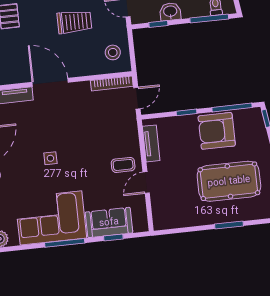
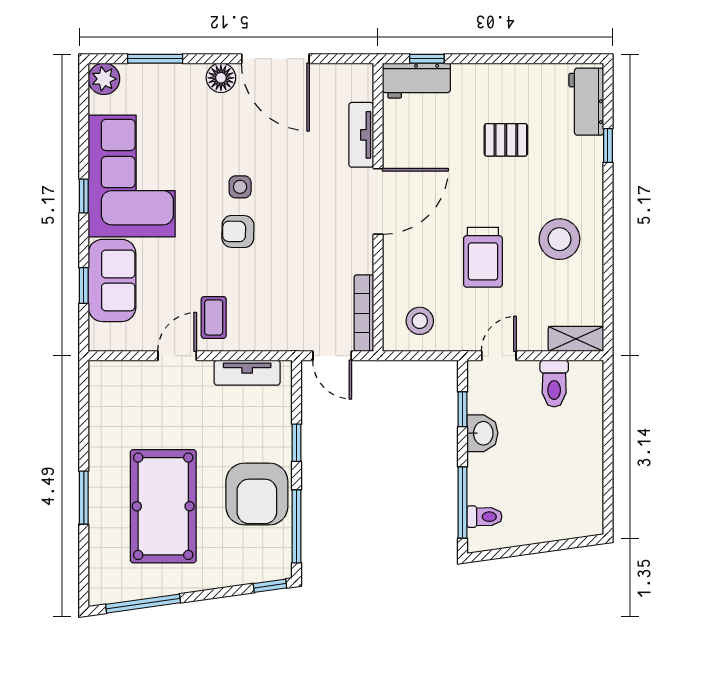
armchair: (217, 131) -> (257, 494), turned 180
armchair: (75, 157) -> (238, 231), added
door: (146, 183) -> (177, 356), hinge flipped
window: (65, 243) -> (84, 196), width x0.46

